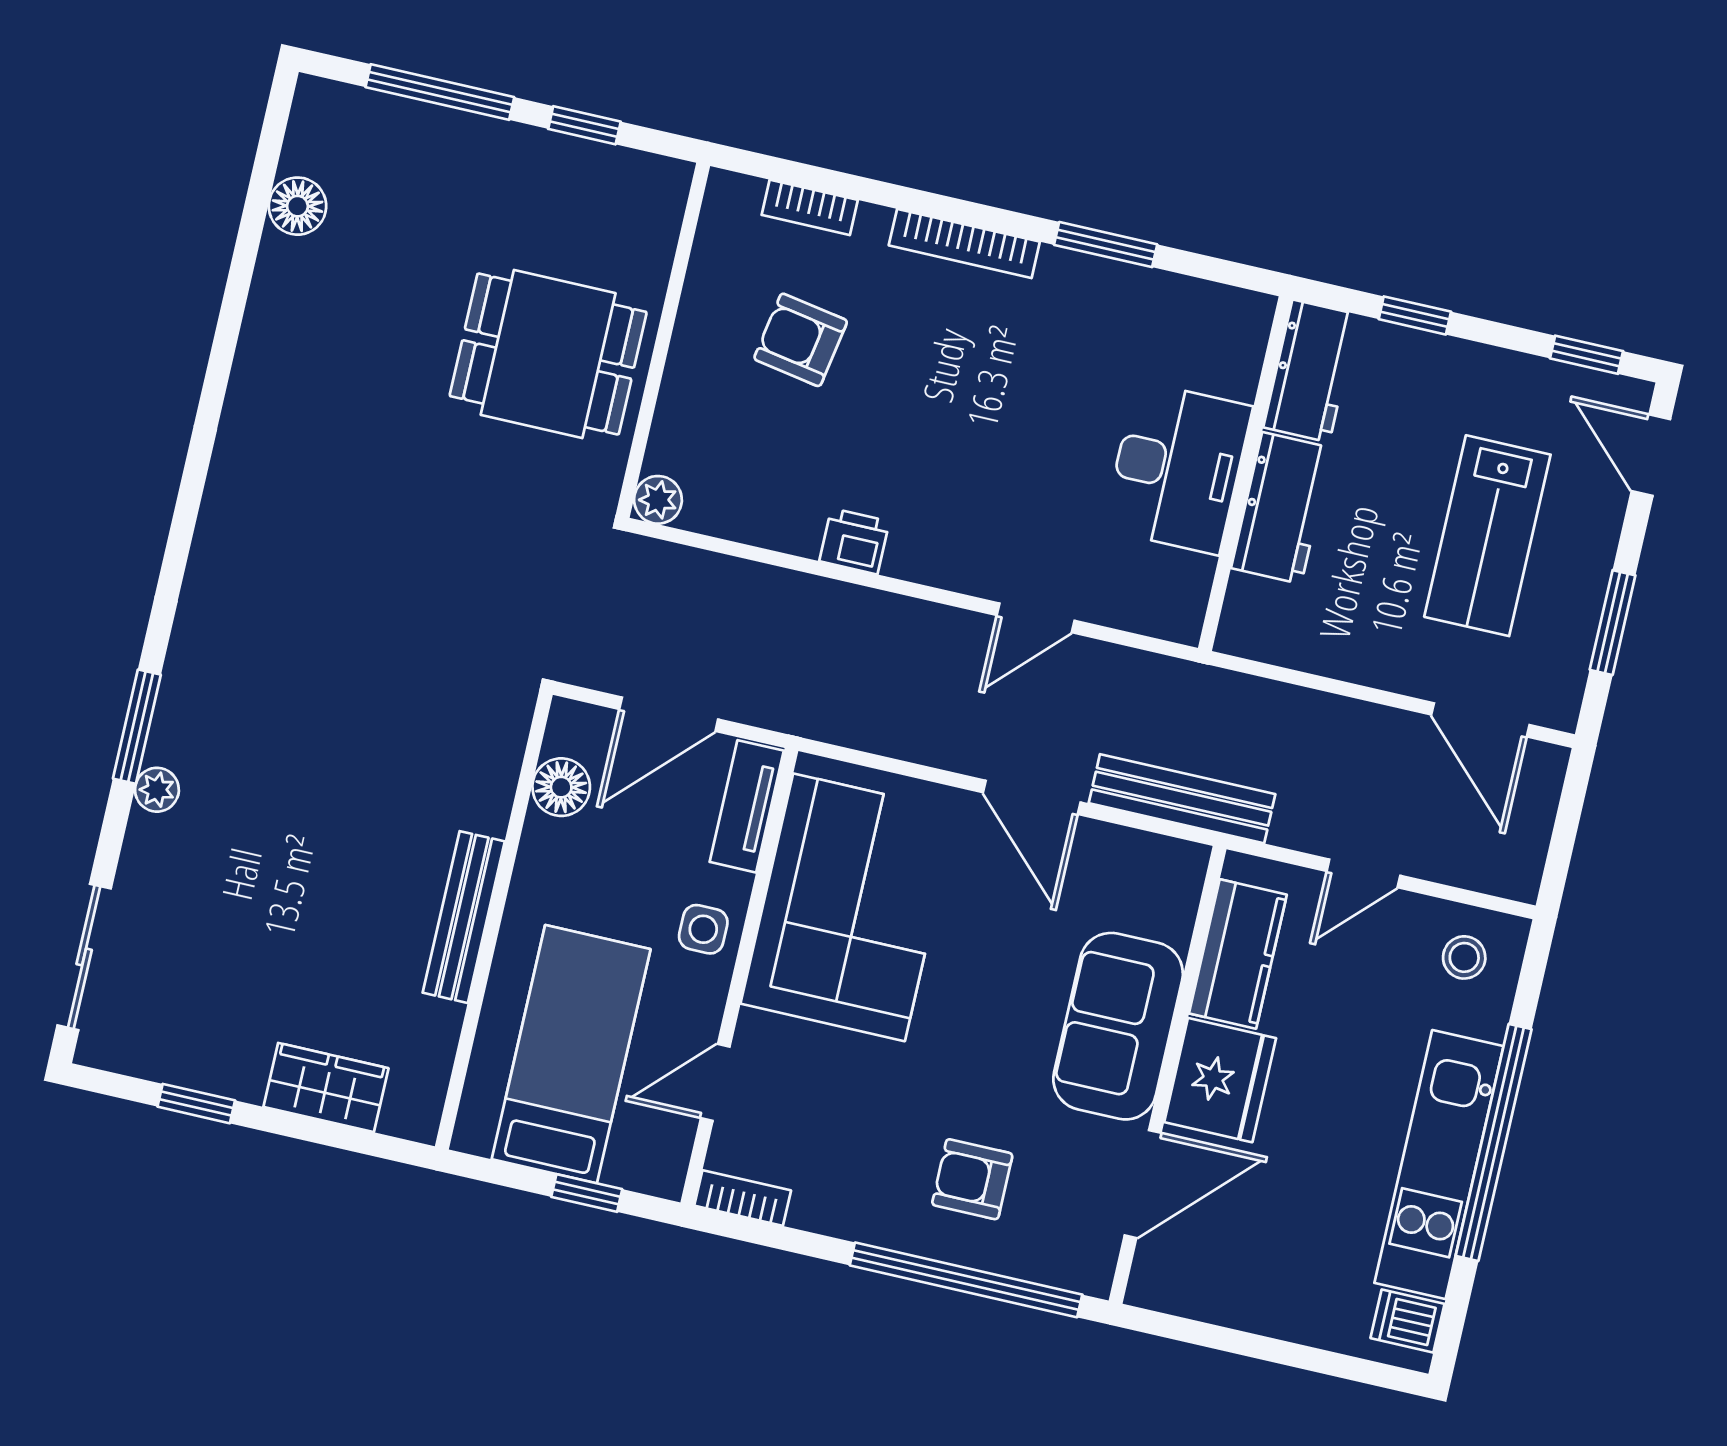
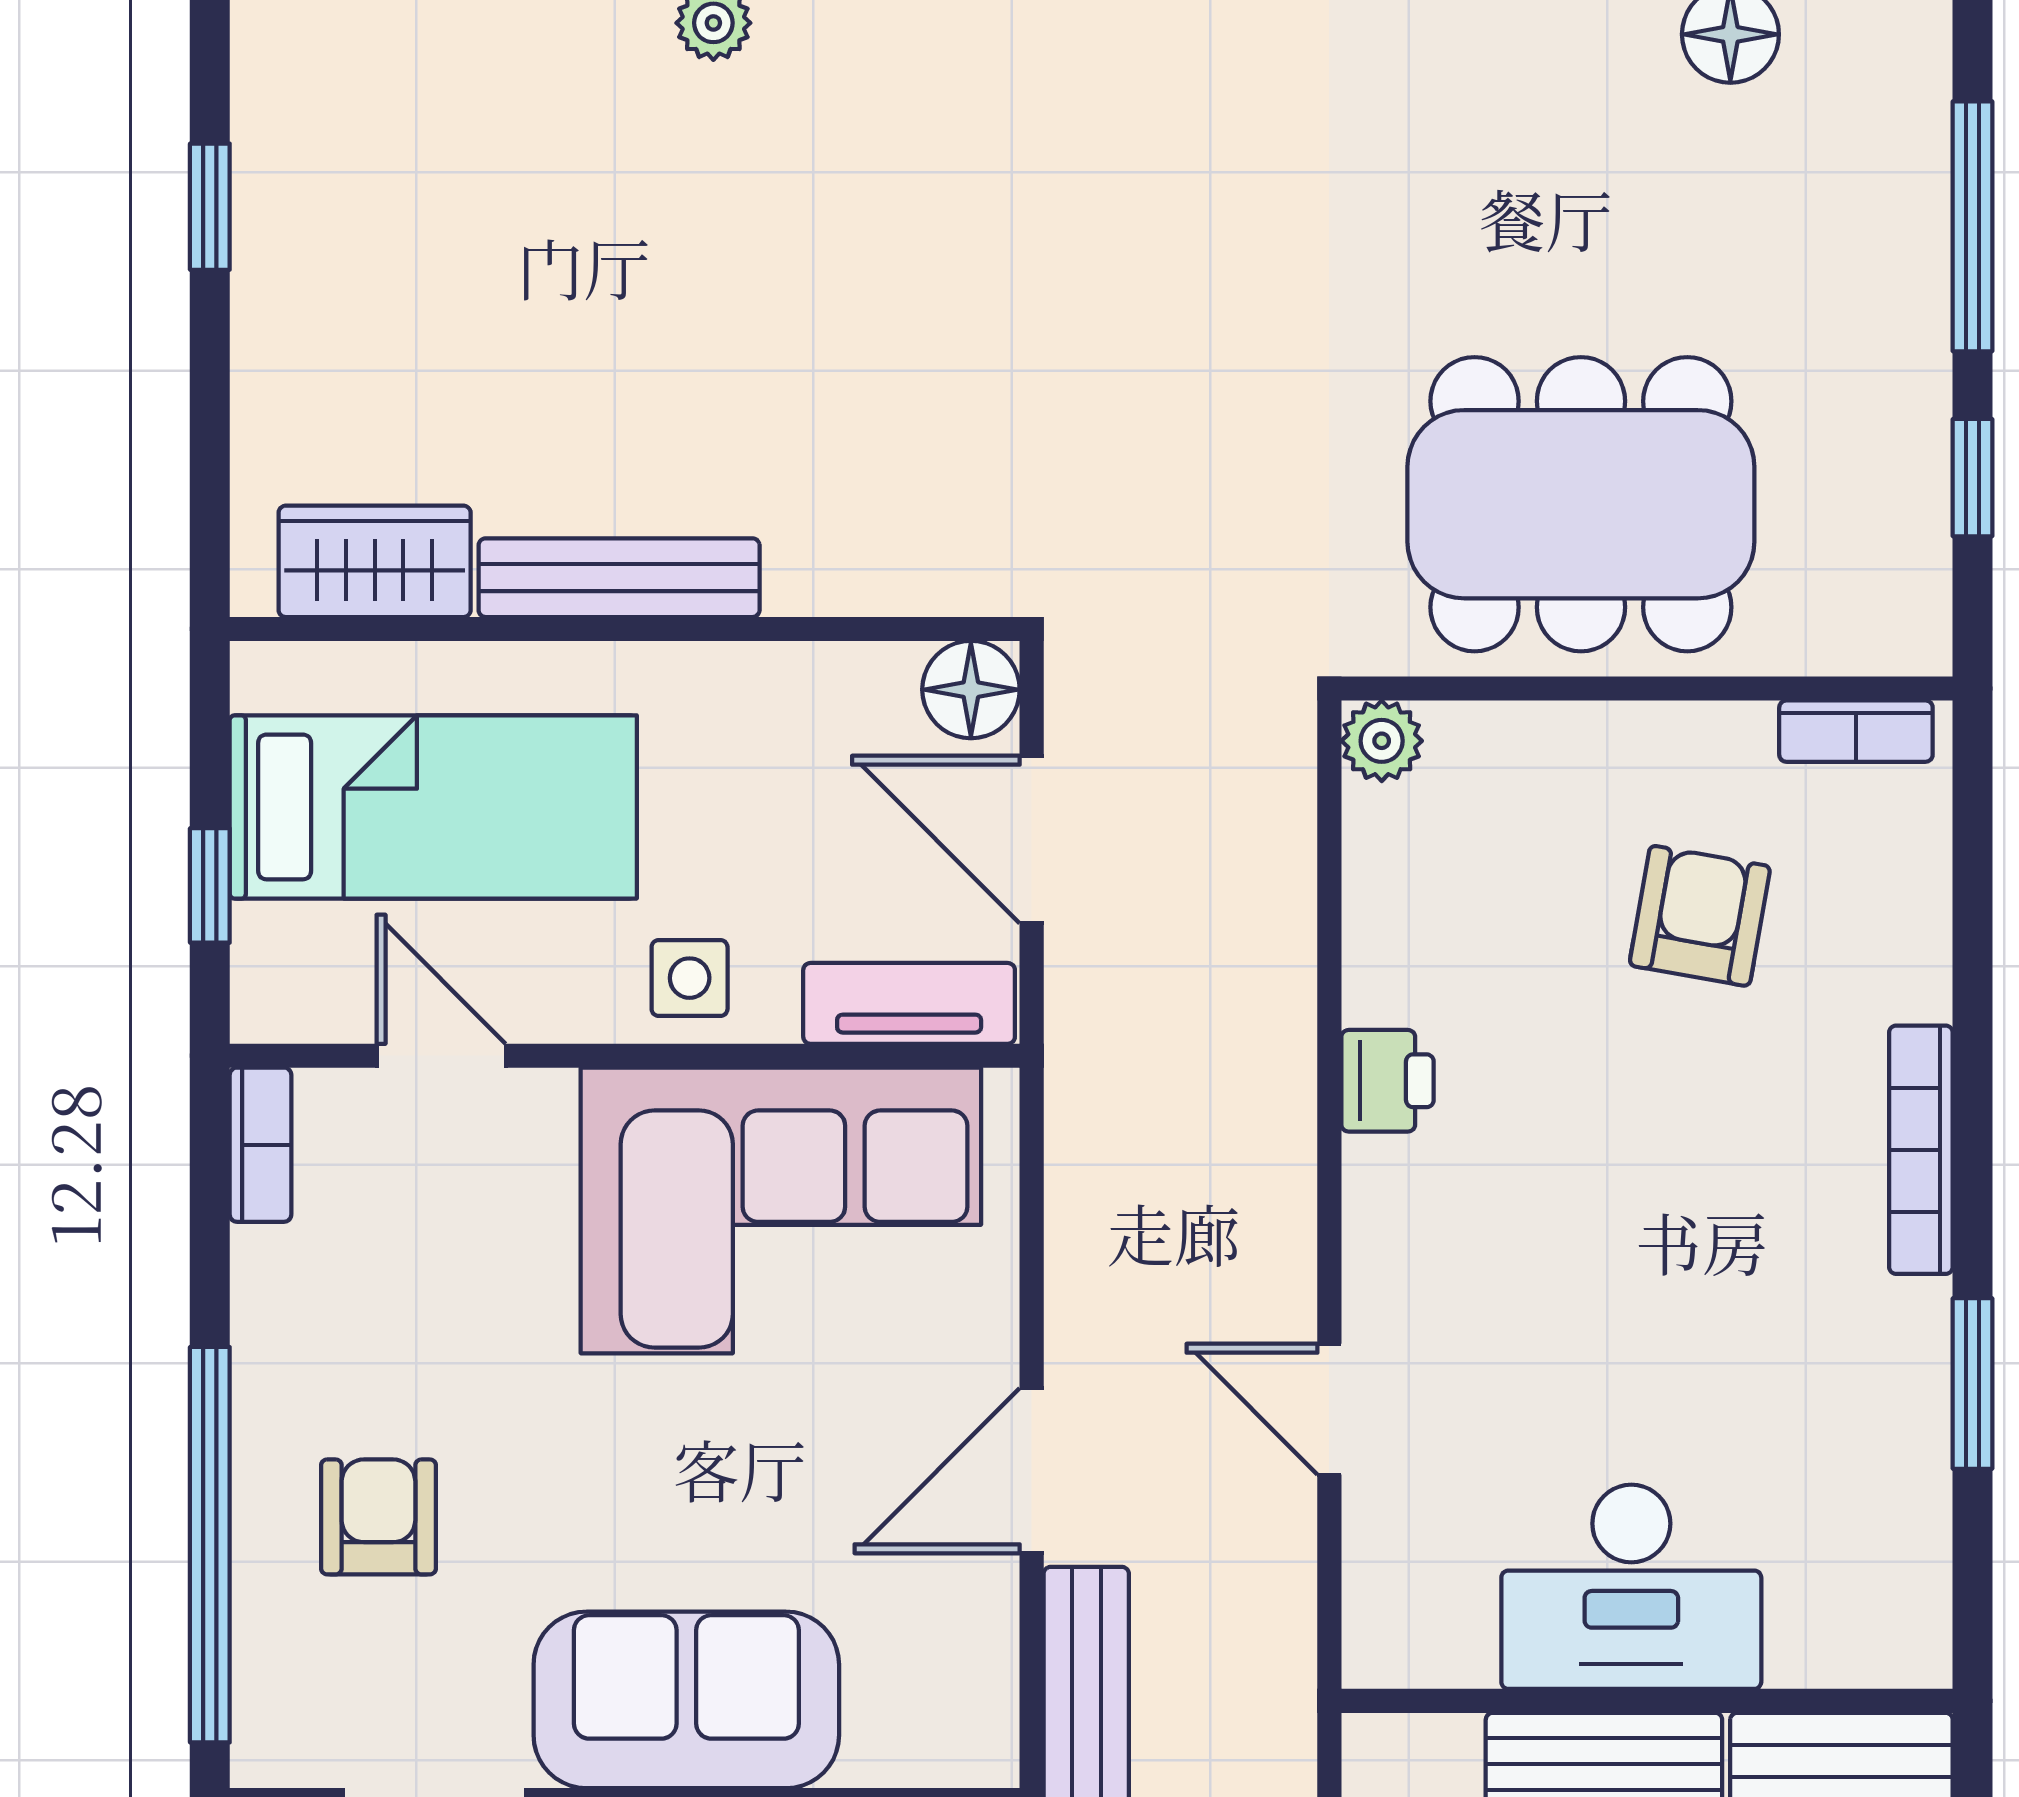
bookcase: (810, 207) -> (1856, 731), moved, turned -90
dining table: (548, 354) -> (1581, 504), width x1.38
floor lamp: (561, 787) -> (971, 690), moved
wardrobe: (326, 1088) -> (375, 561), moved, turned -90

